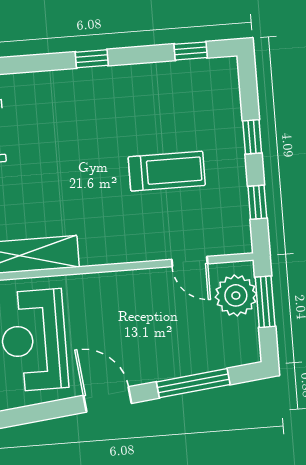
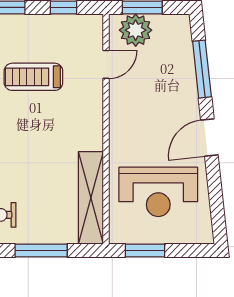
treadmill: (167, 171) -> (33, 77), turned -90

